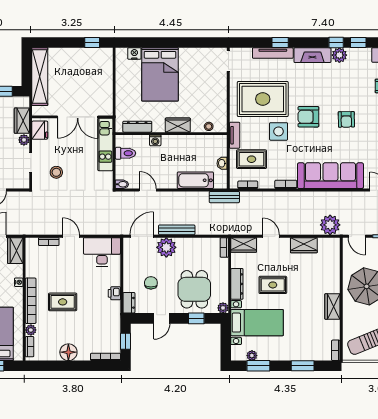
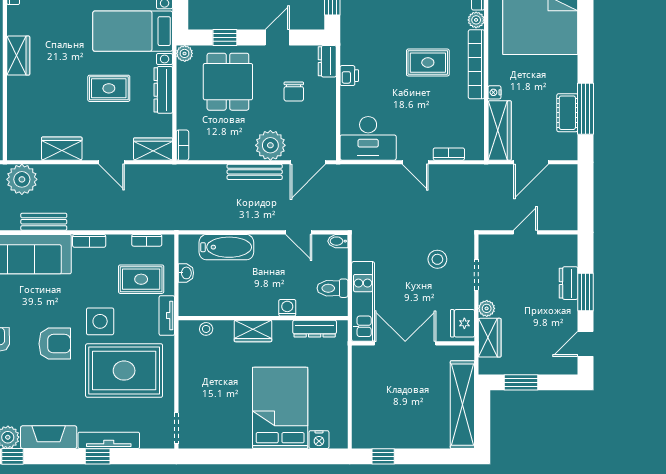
bench: (224, 197) -> (44, 222), moved
wardrobe: (15, 251) -> (500, 130), width x1.50

